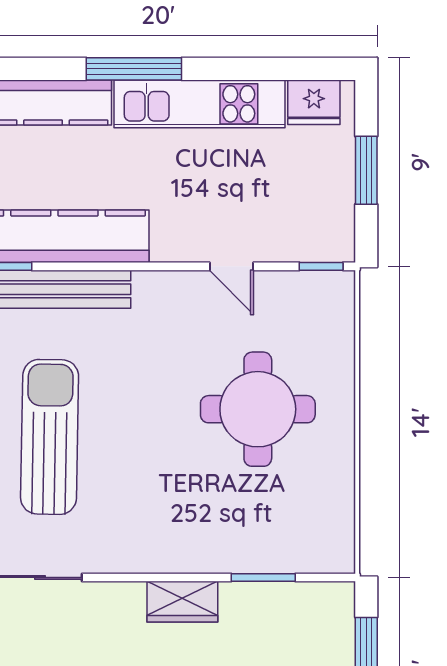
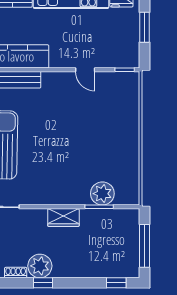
round table: (258, 409) -> (97, 133), removed
plant: (271, 547) -> (102, 194), added

